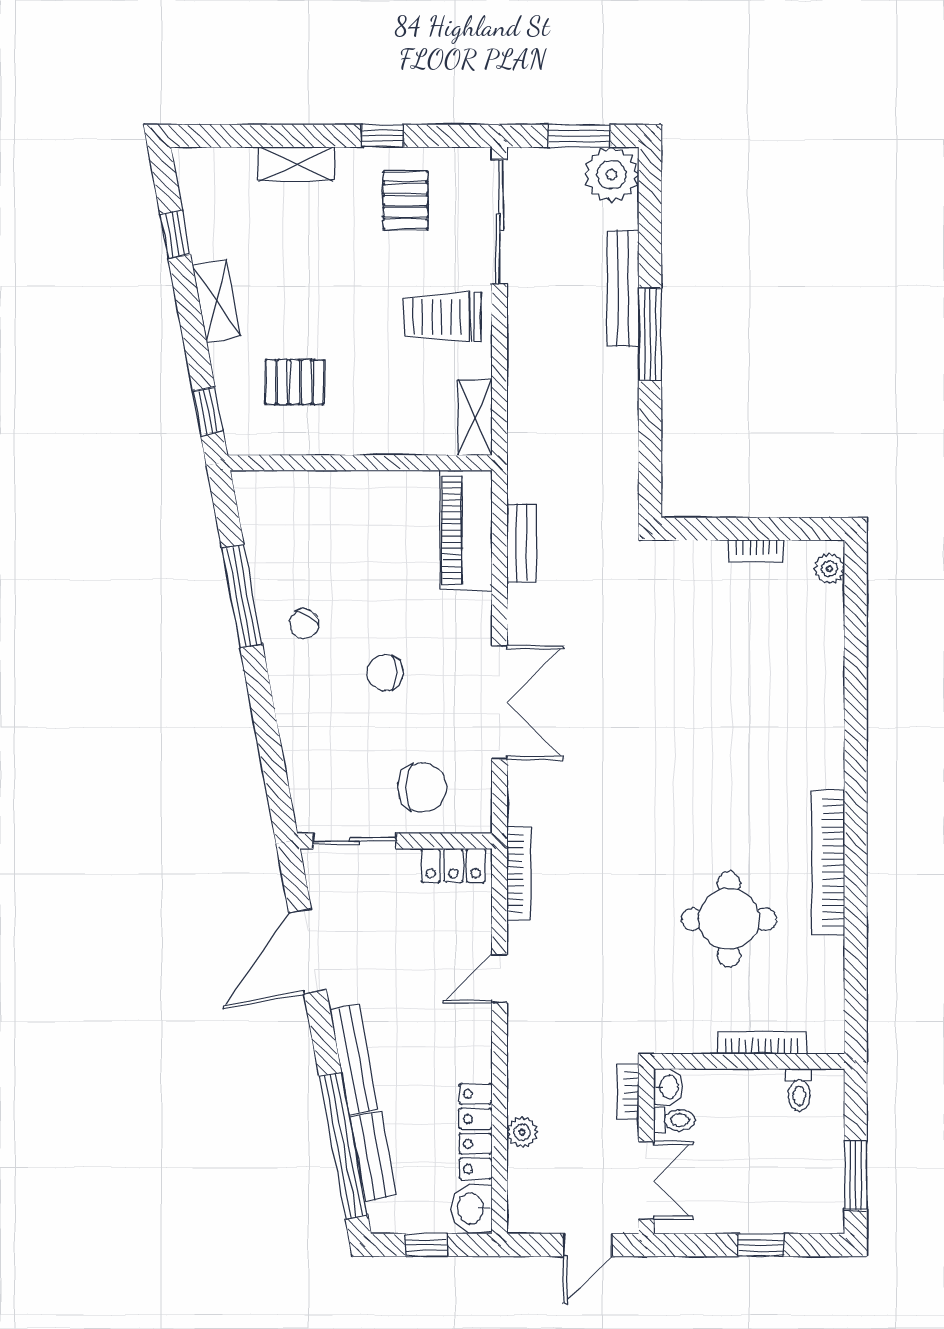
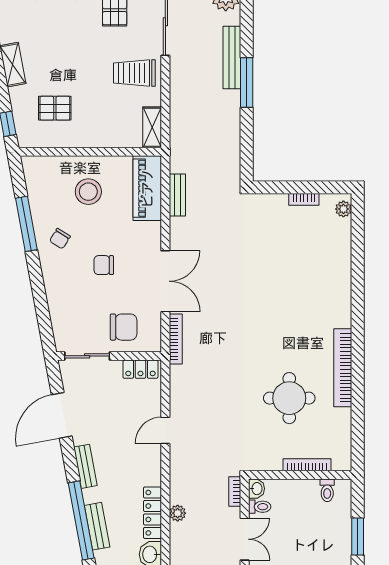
stool: (357, 537) -> (88, 192), added
bookcase: (519, 873) -> (176, 339), moved
bench: (354, 1059) -> (85, 466), width x0.73

